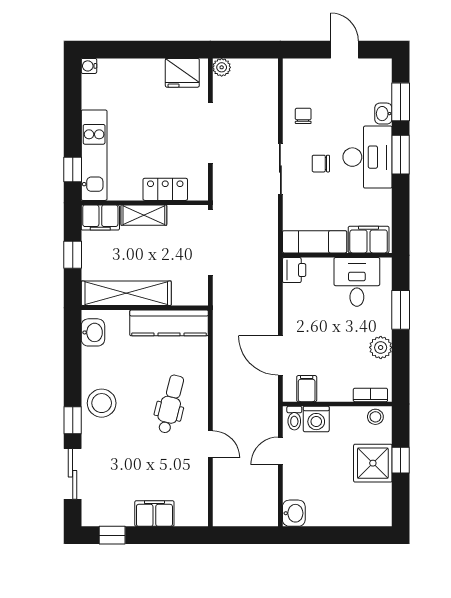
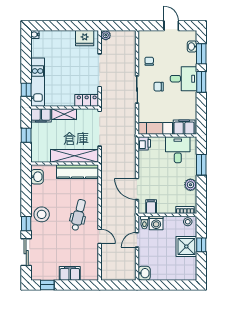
washbasin: (383, 114) -> (192, 46), moved
desk: (367, 157) -> (183, 79), width x0.73
locker: (165, 189) -> (87, 100), moved
shelving: (126, 293) -> (74, 156), moved

